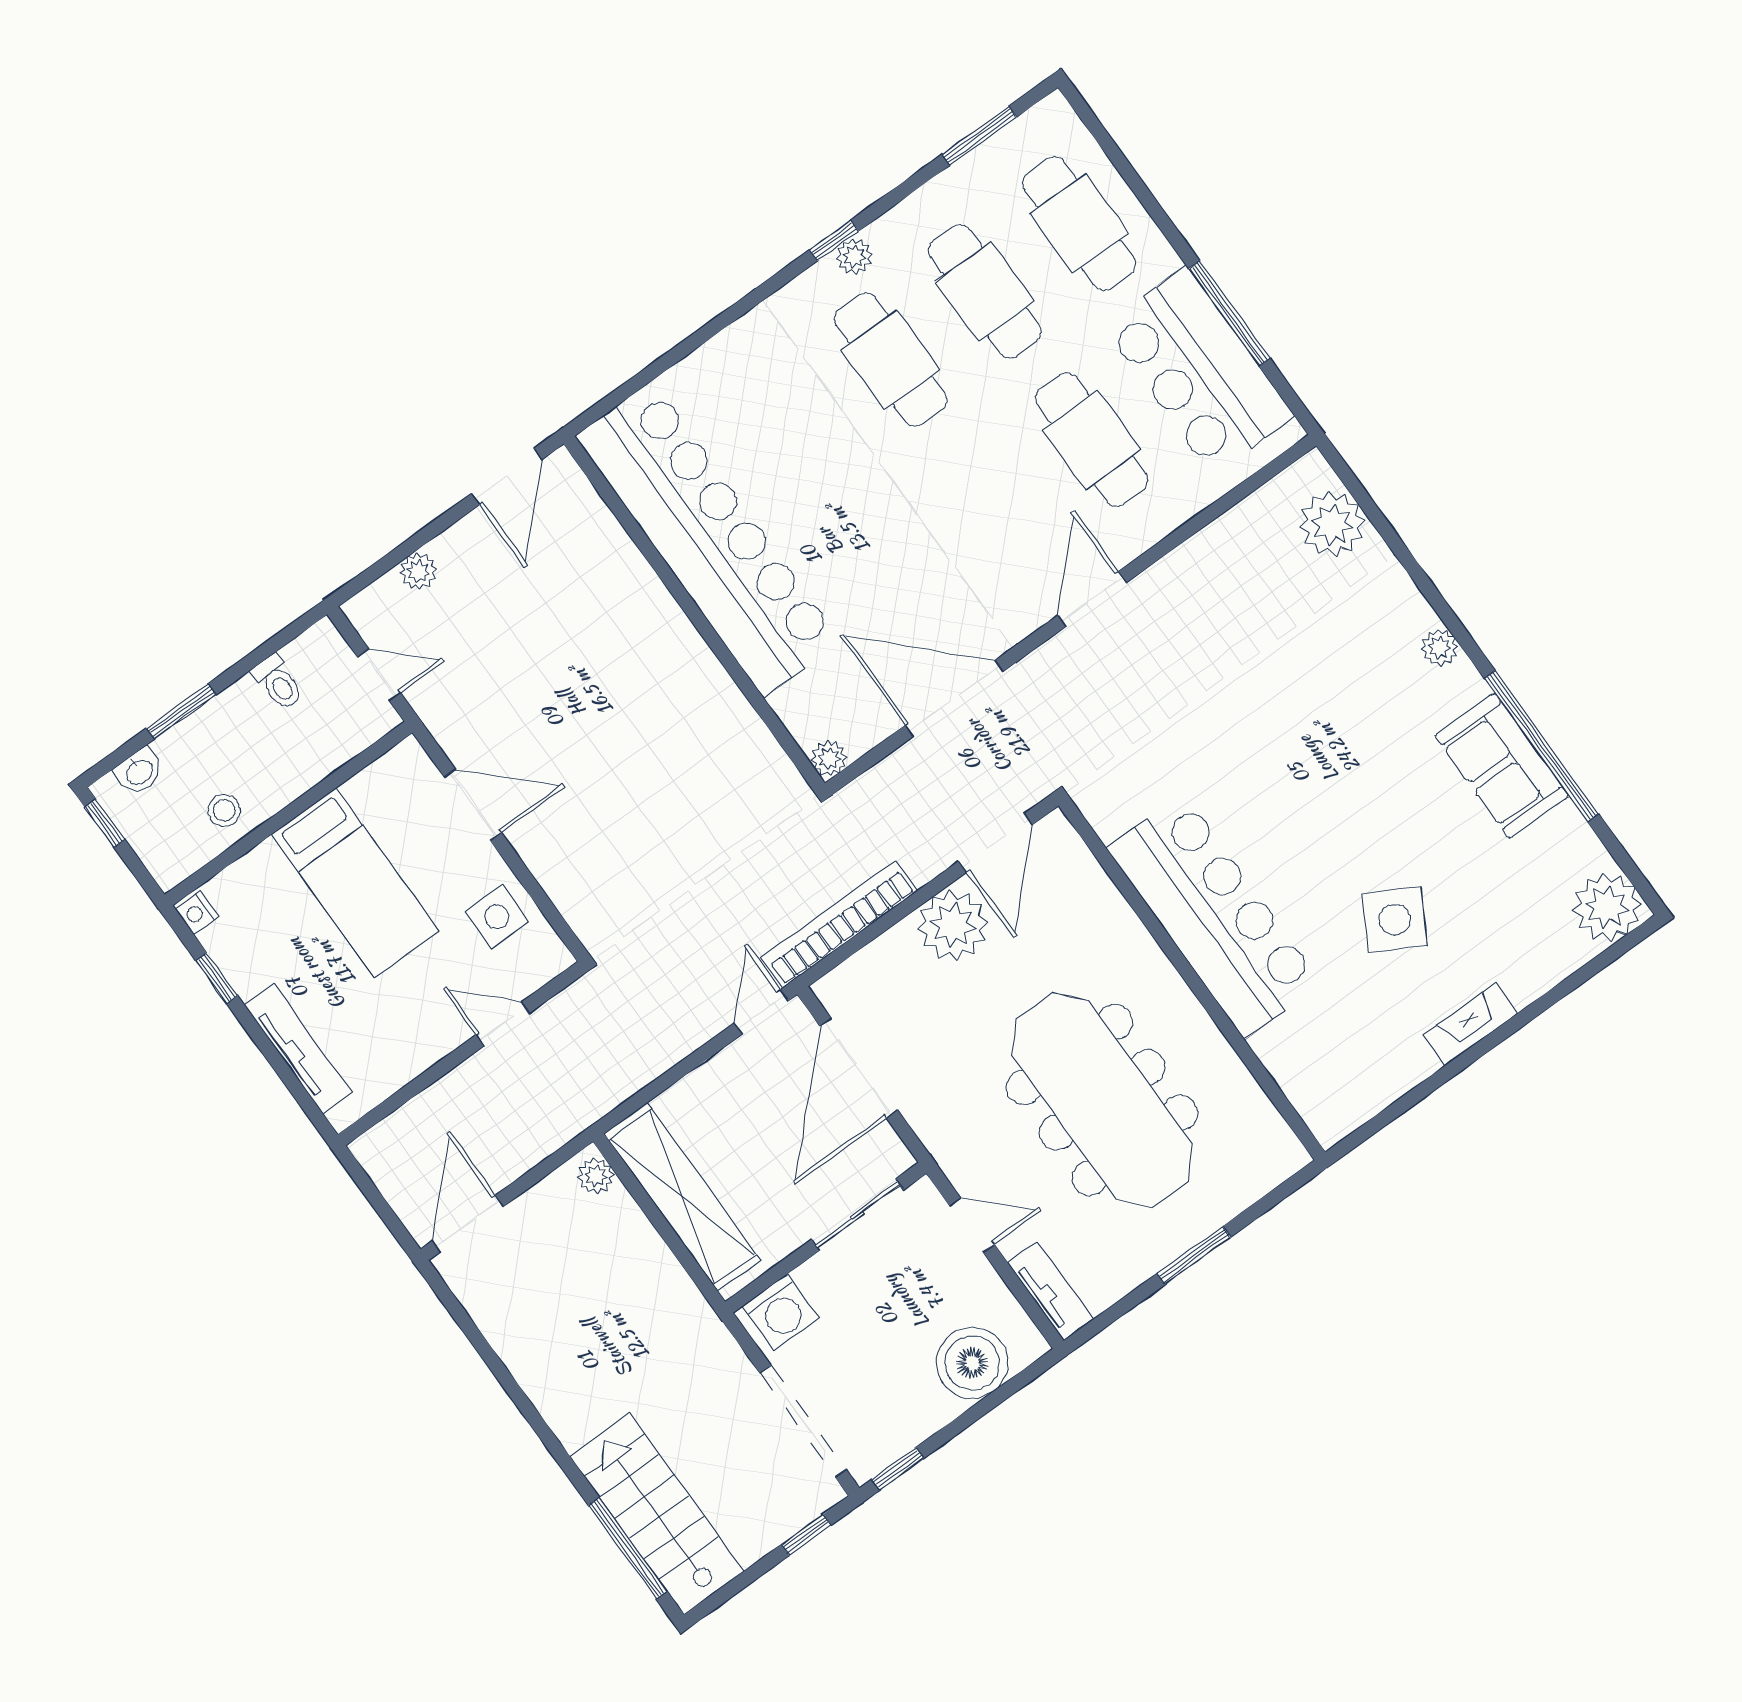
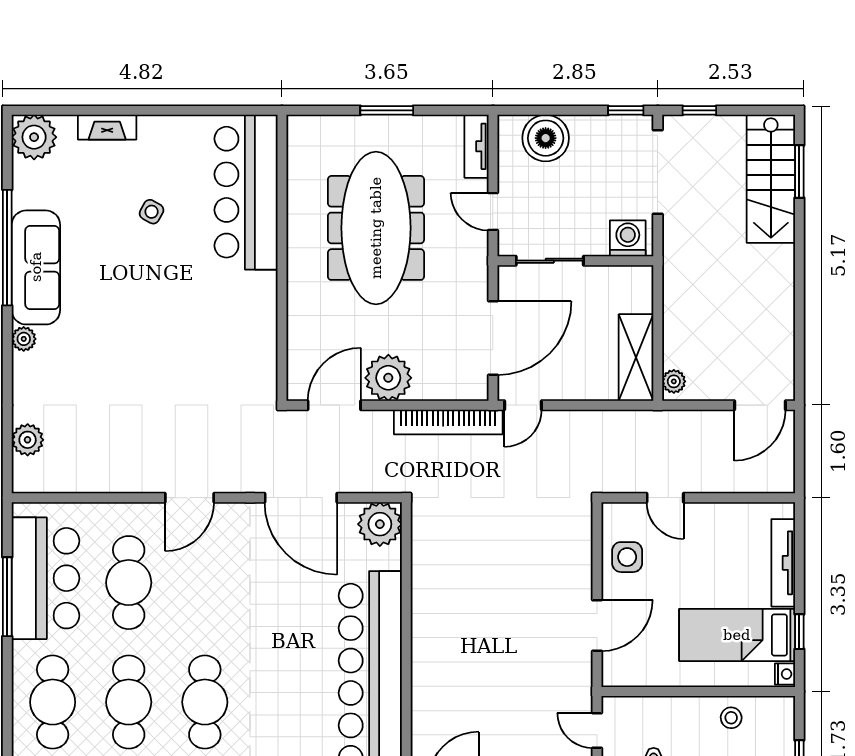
plant: (1332, 524) -> (28, 440), width x0.73, depth x0.73
plant: (829, 758) -> (380, 524), width x1.88, depth x1.88
sofa: (1502, 766) -> (36, 267), width x1.36
door: (473, 805) -> (597, 626), swing flipped
bed: (355, 883) -> (737, 635), moved, turned -90
bar counter: (1214, 916) -> (246, 192), moved
side table: (1395, 920) -> (152, 212), width x0.54, depth x0.54
fireplace: (1471, 1024) -> (107, 127), moved
shelving: (682, 1197) -> (636, 358), width x0.68
window: (628, 1548) -> (799, 172), width x0.69

